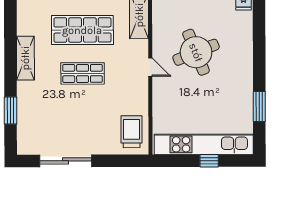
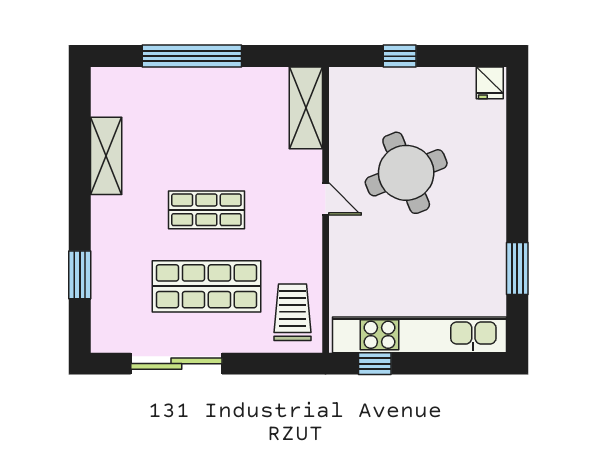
shop shelf: (82, 30) -> (206, 286), moved
shelving: (25, 58) -> (106, 156), moved
window: (209, 161) -> (375, 364), moved

